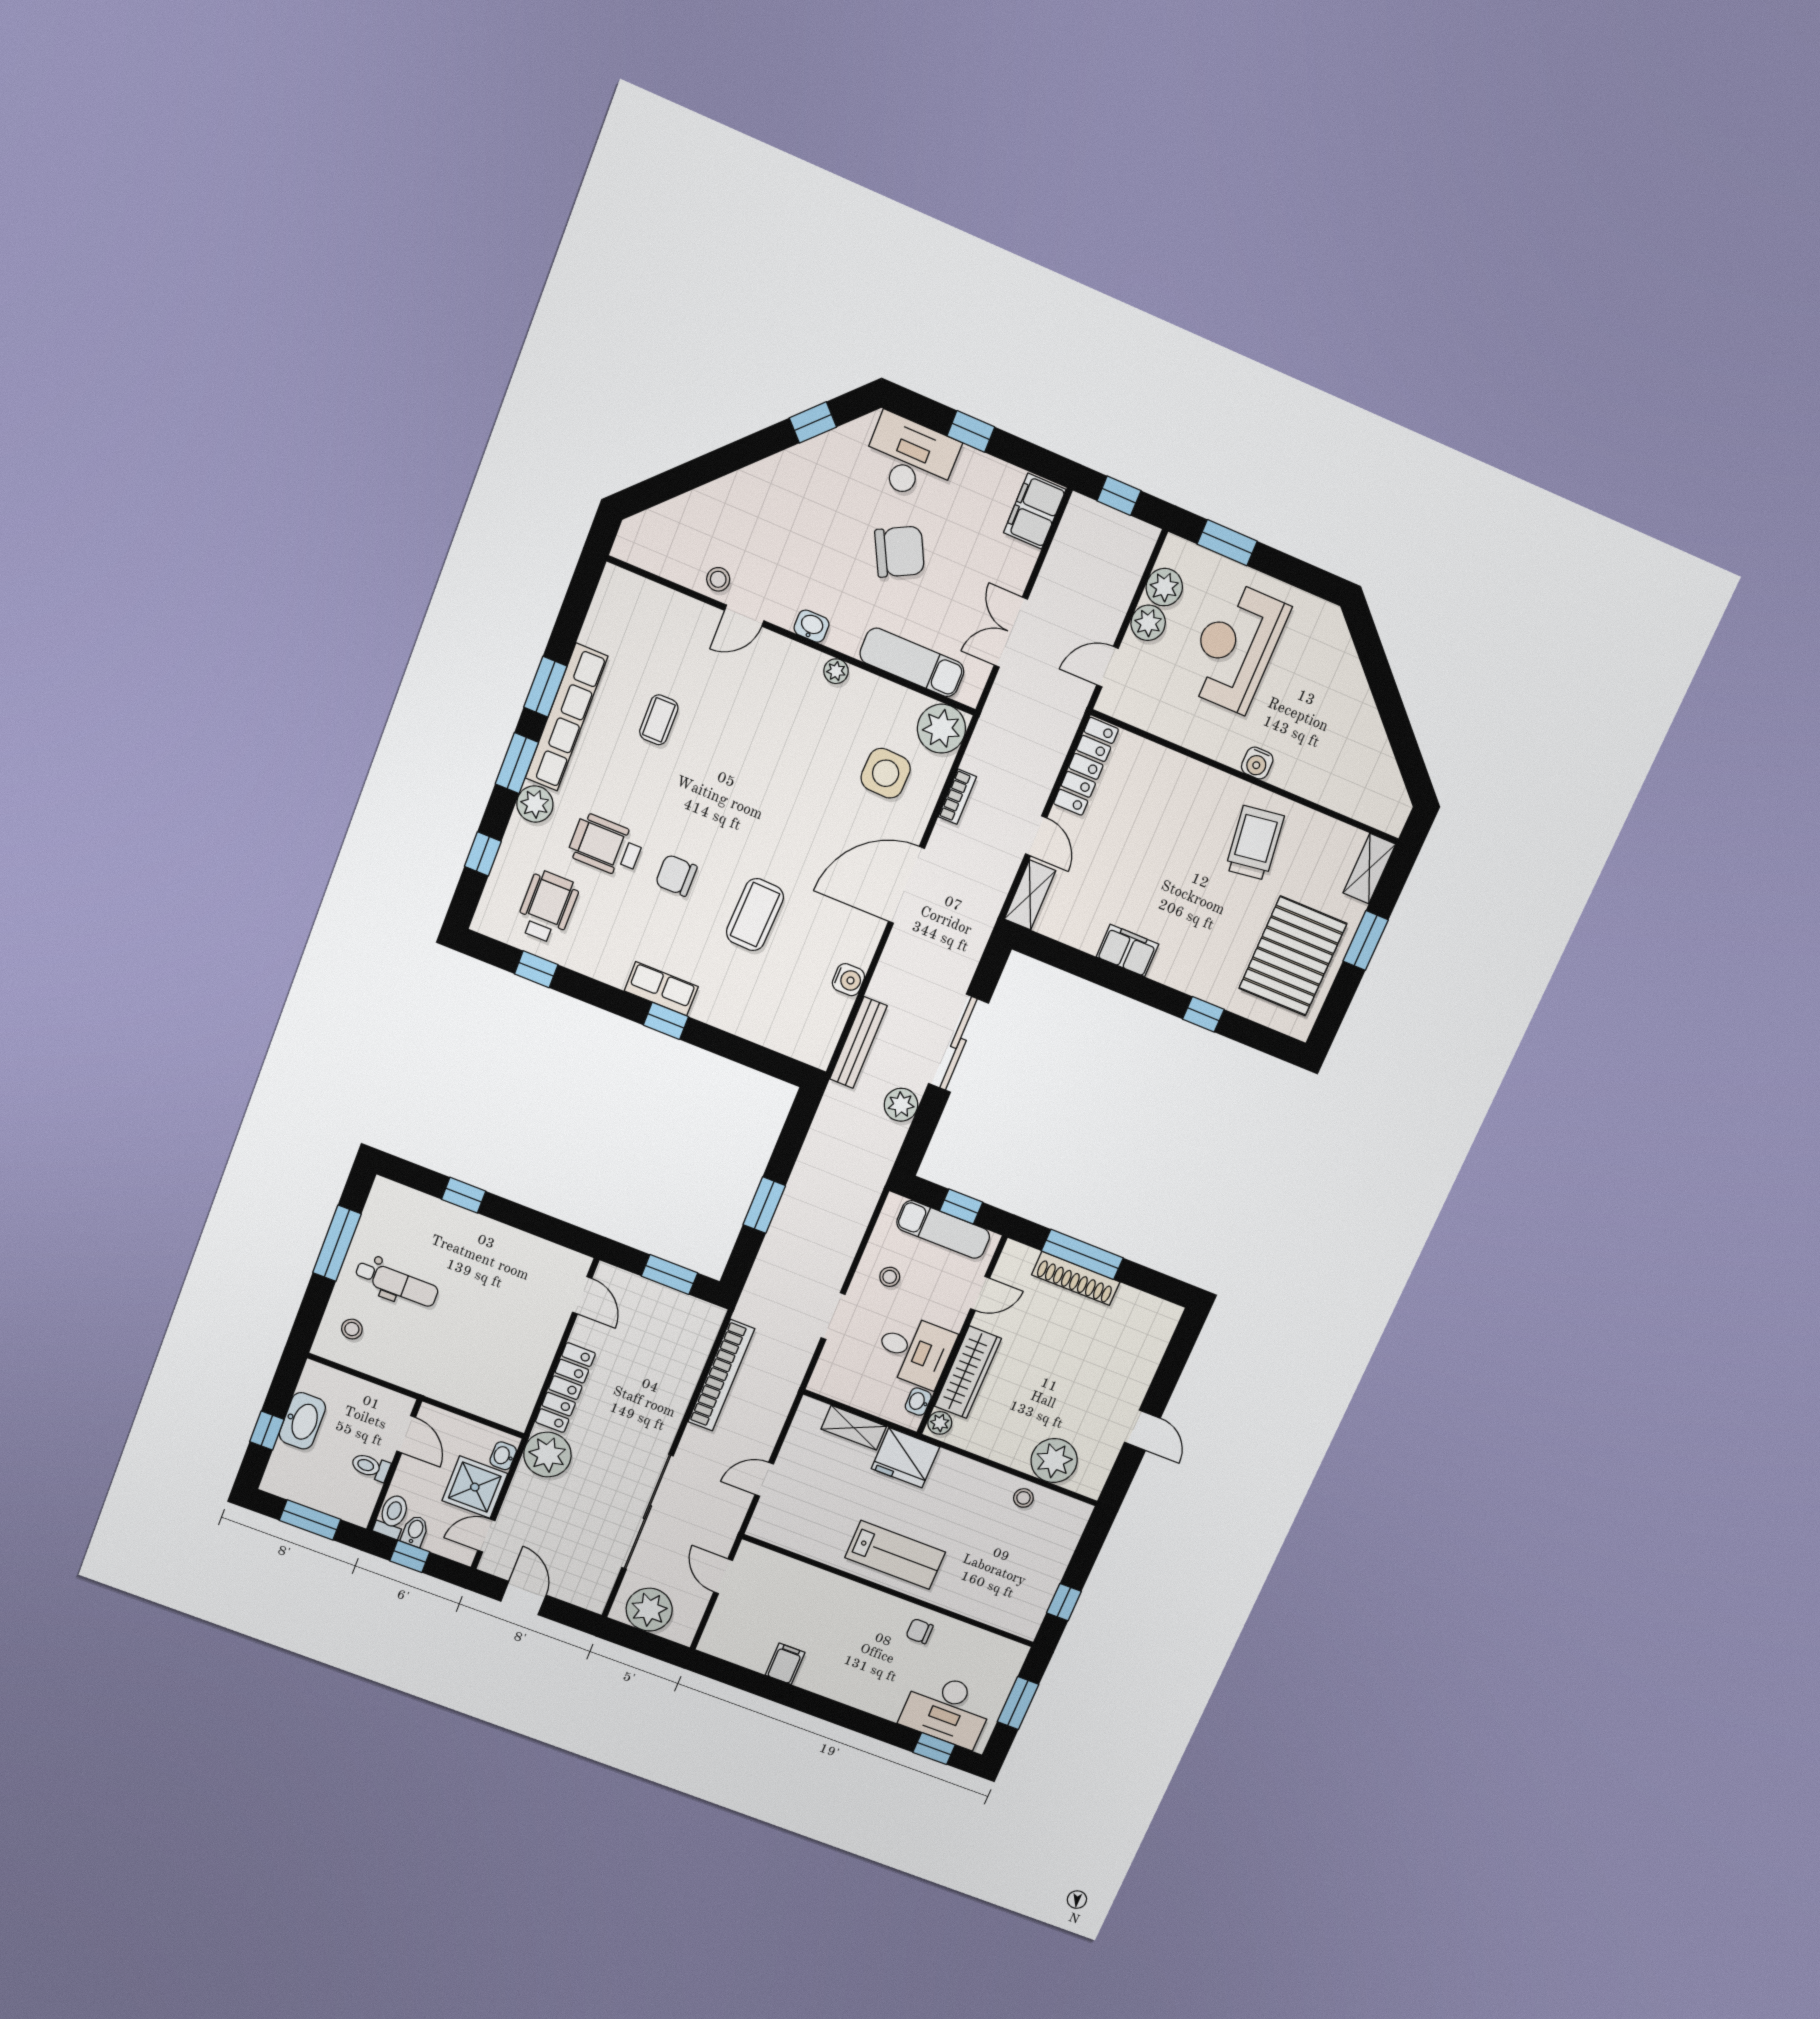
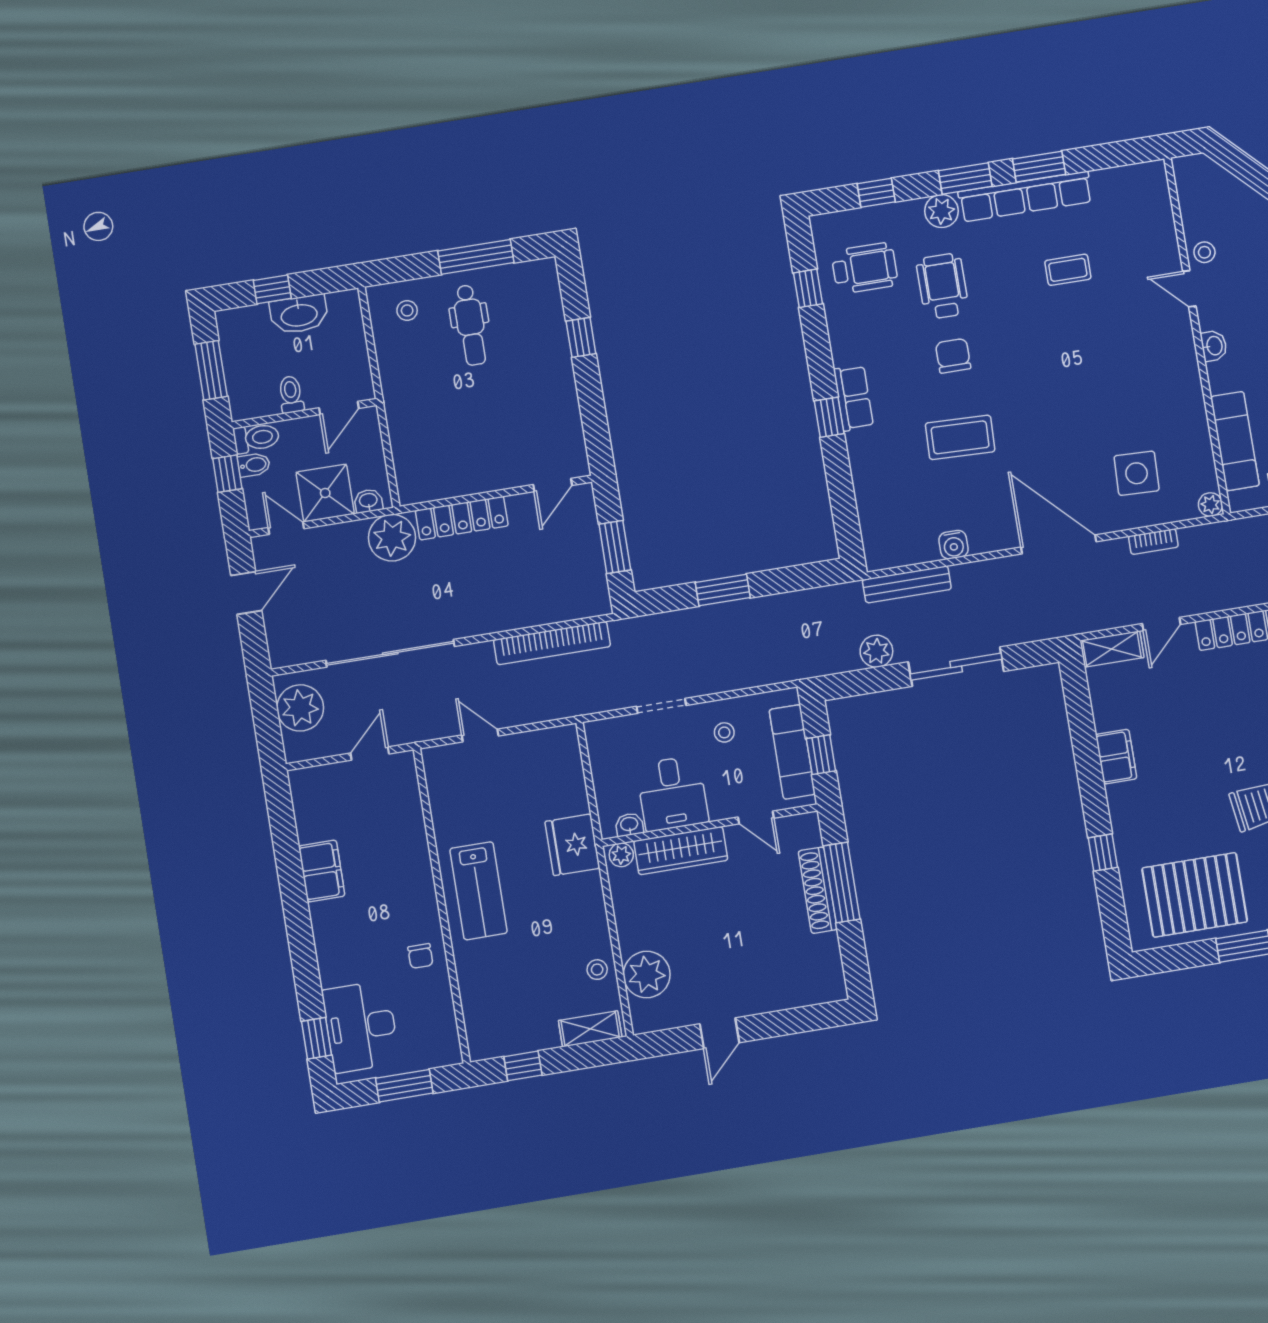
plant: (836, 671) -> (1191, 386), removed
plant: (941, 729) -> (1210, 505), width x0.53, depth x0.53
shelving: (854, 1428) -> (590, 1029), moved, turned 90
chair: (920, 1631) -> (420, 956), turned 180
filing cabinet: (785, 1664) -> (322, 871), width x2.00

